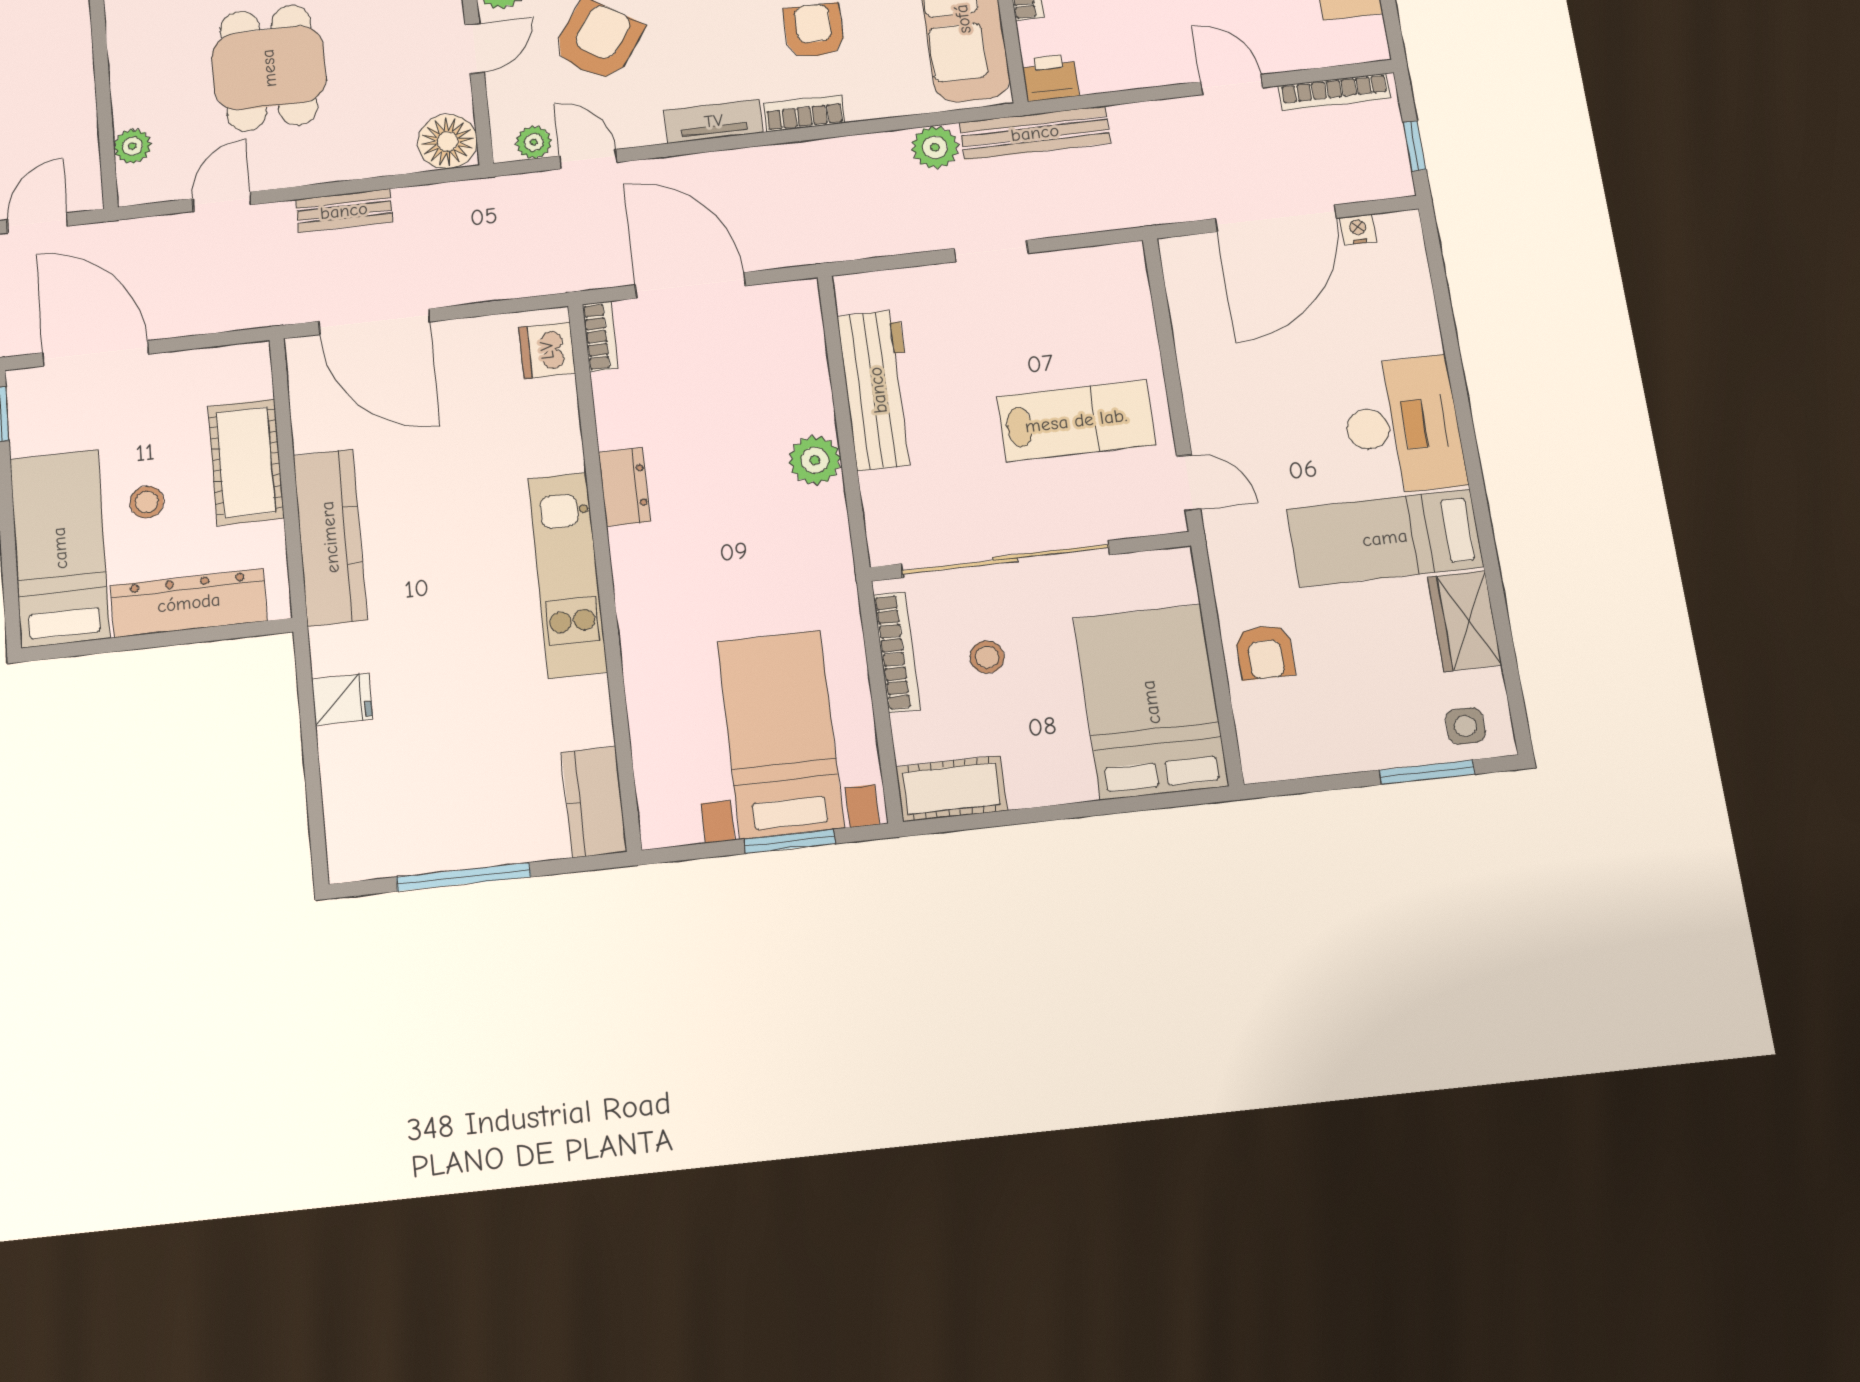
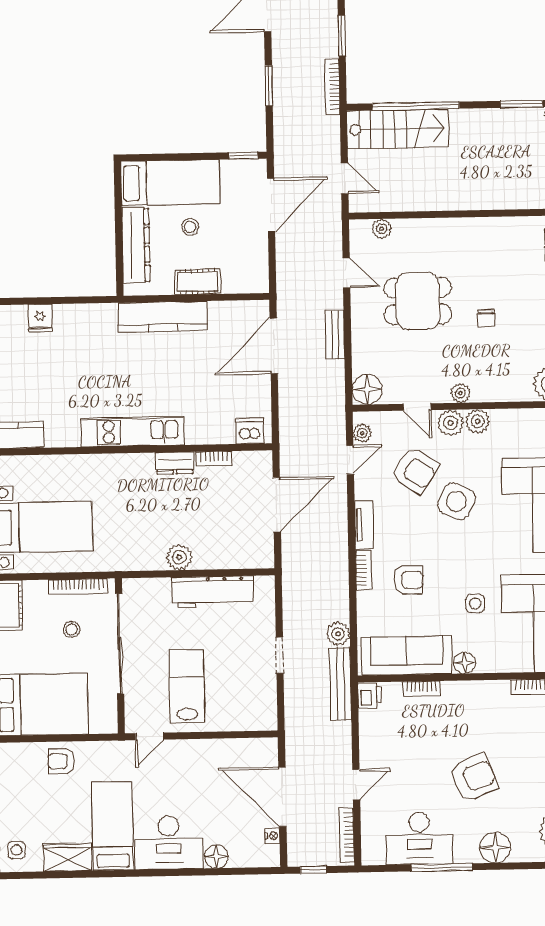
floor lamp: (1417, 331) -> (216, 856), added
bookcase: (600, 336) -> (214, 459), moved
lab bench: (1076, 421) -> (187, 686), turned 180
cot: (246, 462) -> (198, 282), width x0.73, depth x0.75
fridge: (342, 699) -> (40, 318), moved

